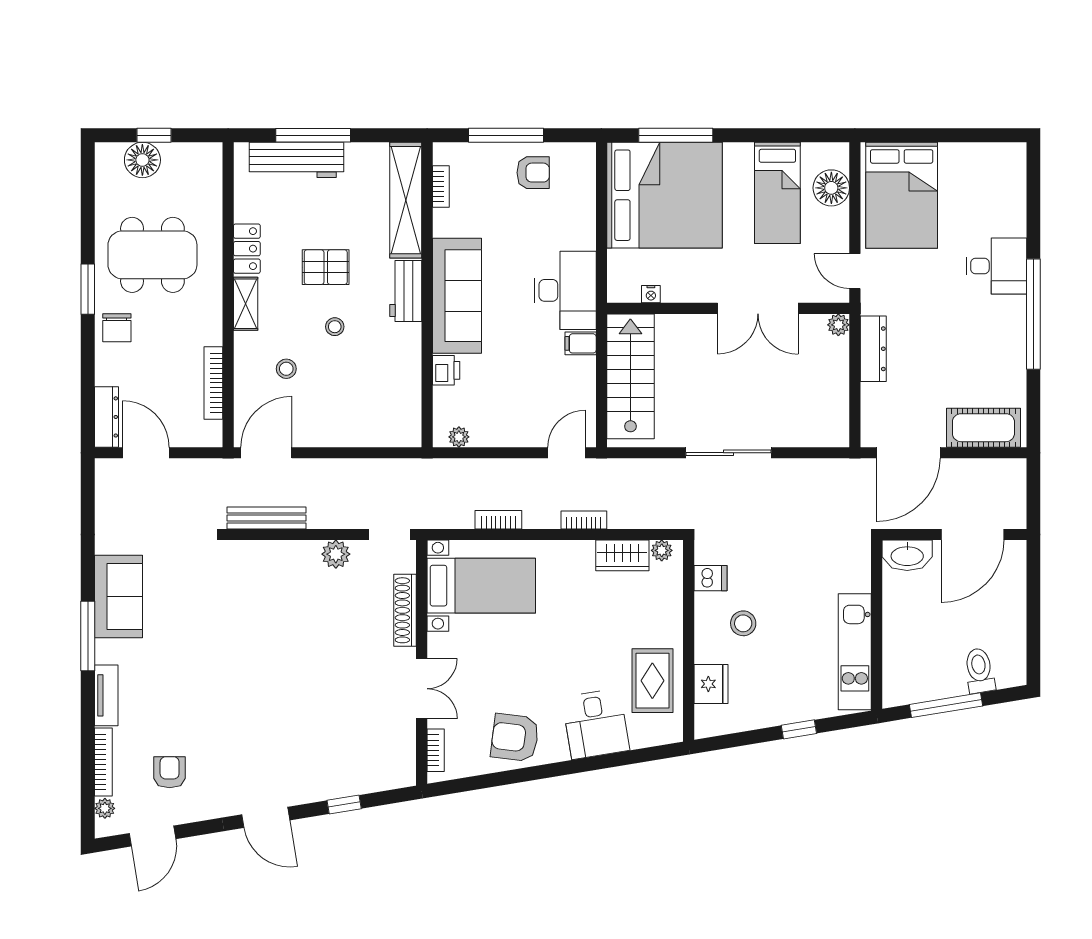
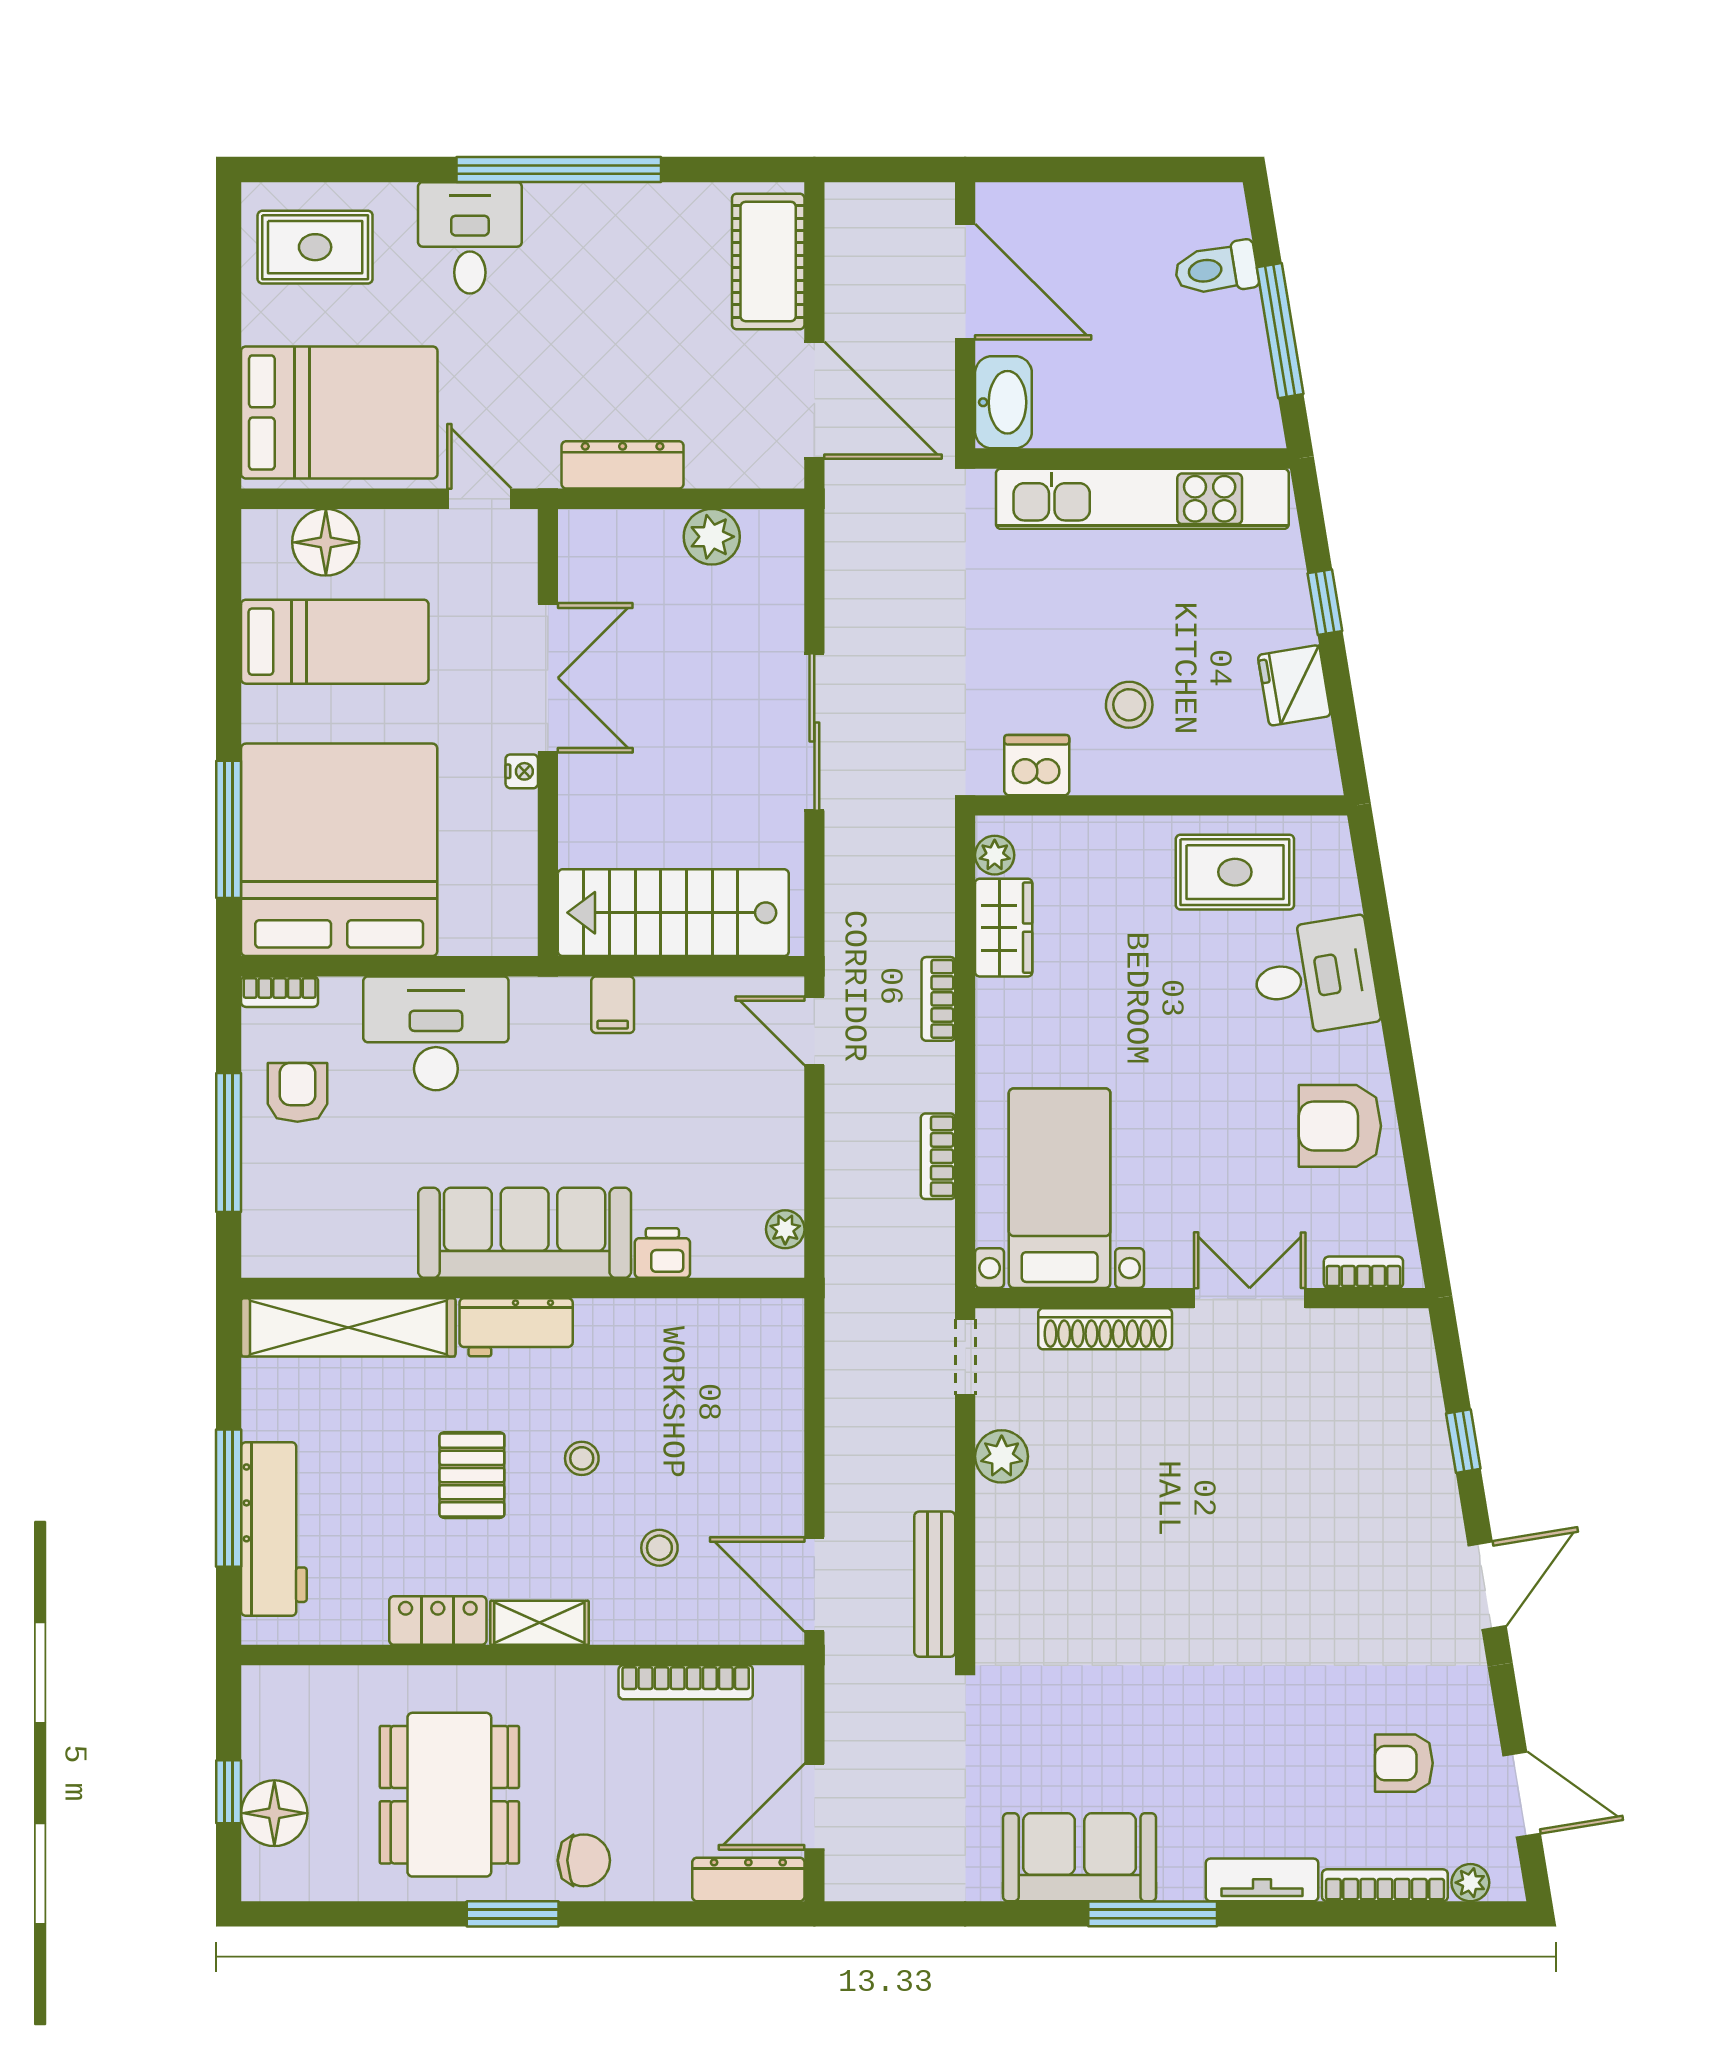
rug: (991, 182) -> (315, 247), added
bookcase: (441, 186) -> (280, 992), moved, turned 180
door: (855, 271) -> (479, 499), swing flipped
desk: (565, 290) -> (436, 1033), moved
nightstand: (651, 294) -> (522, 771), moved
plant: (838, 325) -> (712, 537), moved, width x1.38, depth x1.38
dishwasher: (710, 578) -> (1037, 765), width x1.38
kitchen unit: (855, 652) -> (1142, 499), width x1.36
fridge: (711, 684) -> (1294, 685), moved, turned -99
armchair: (515, 738) -> (1340, 1126), turned 83

